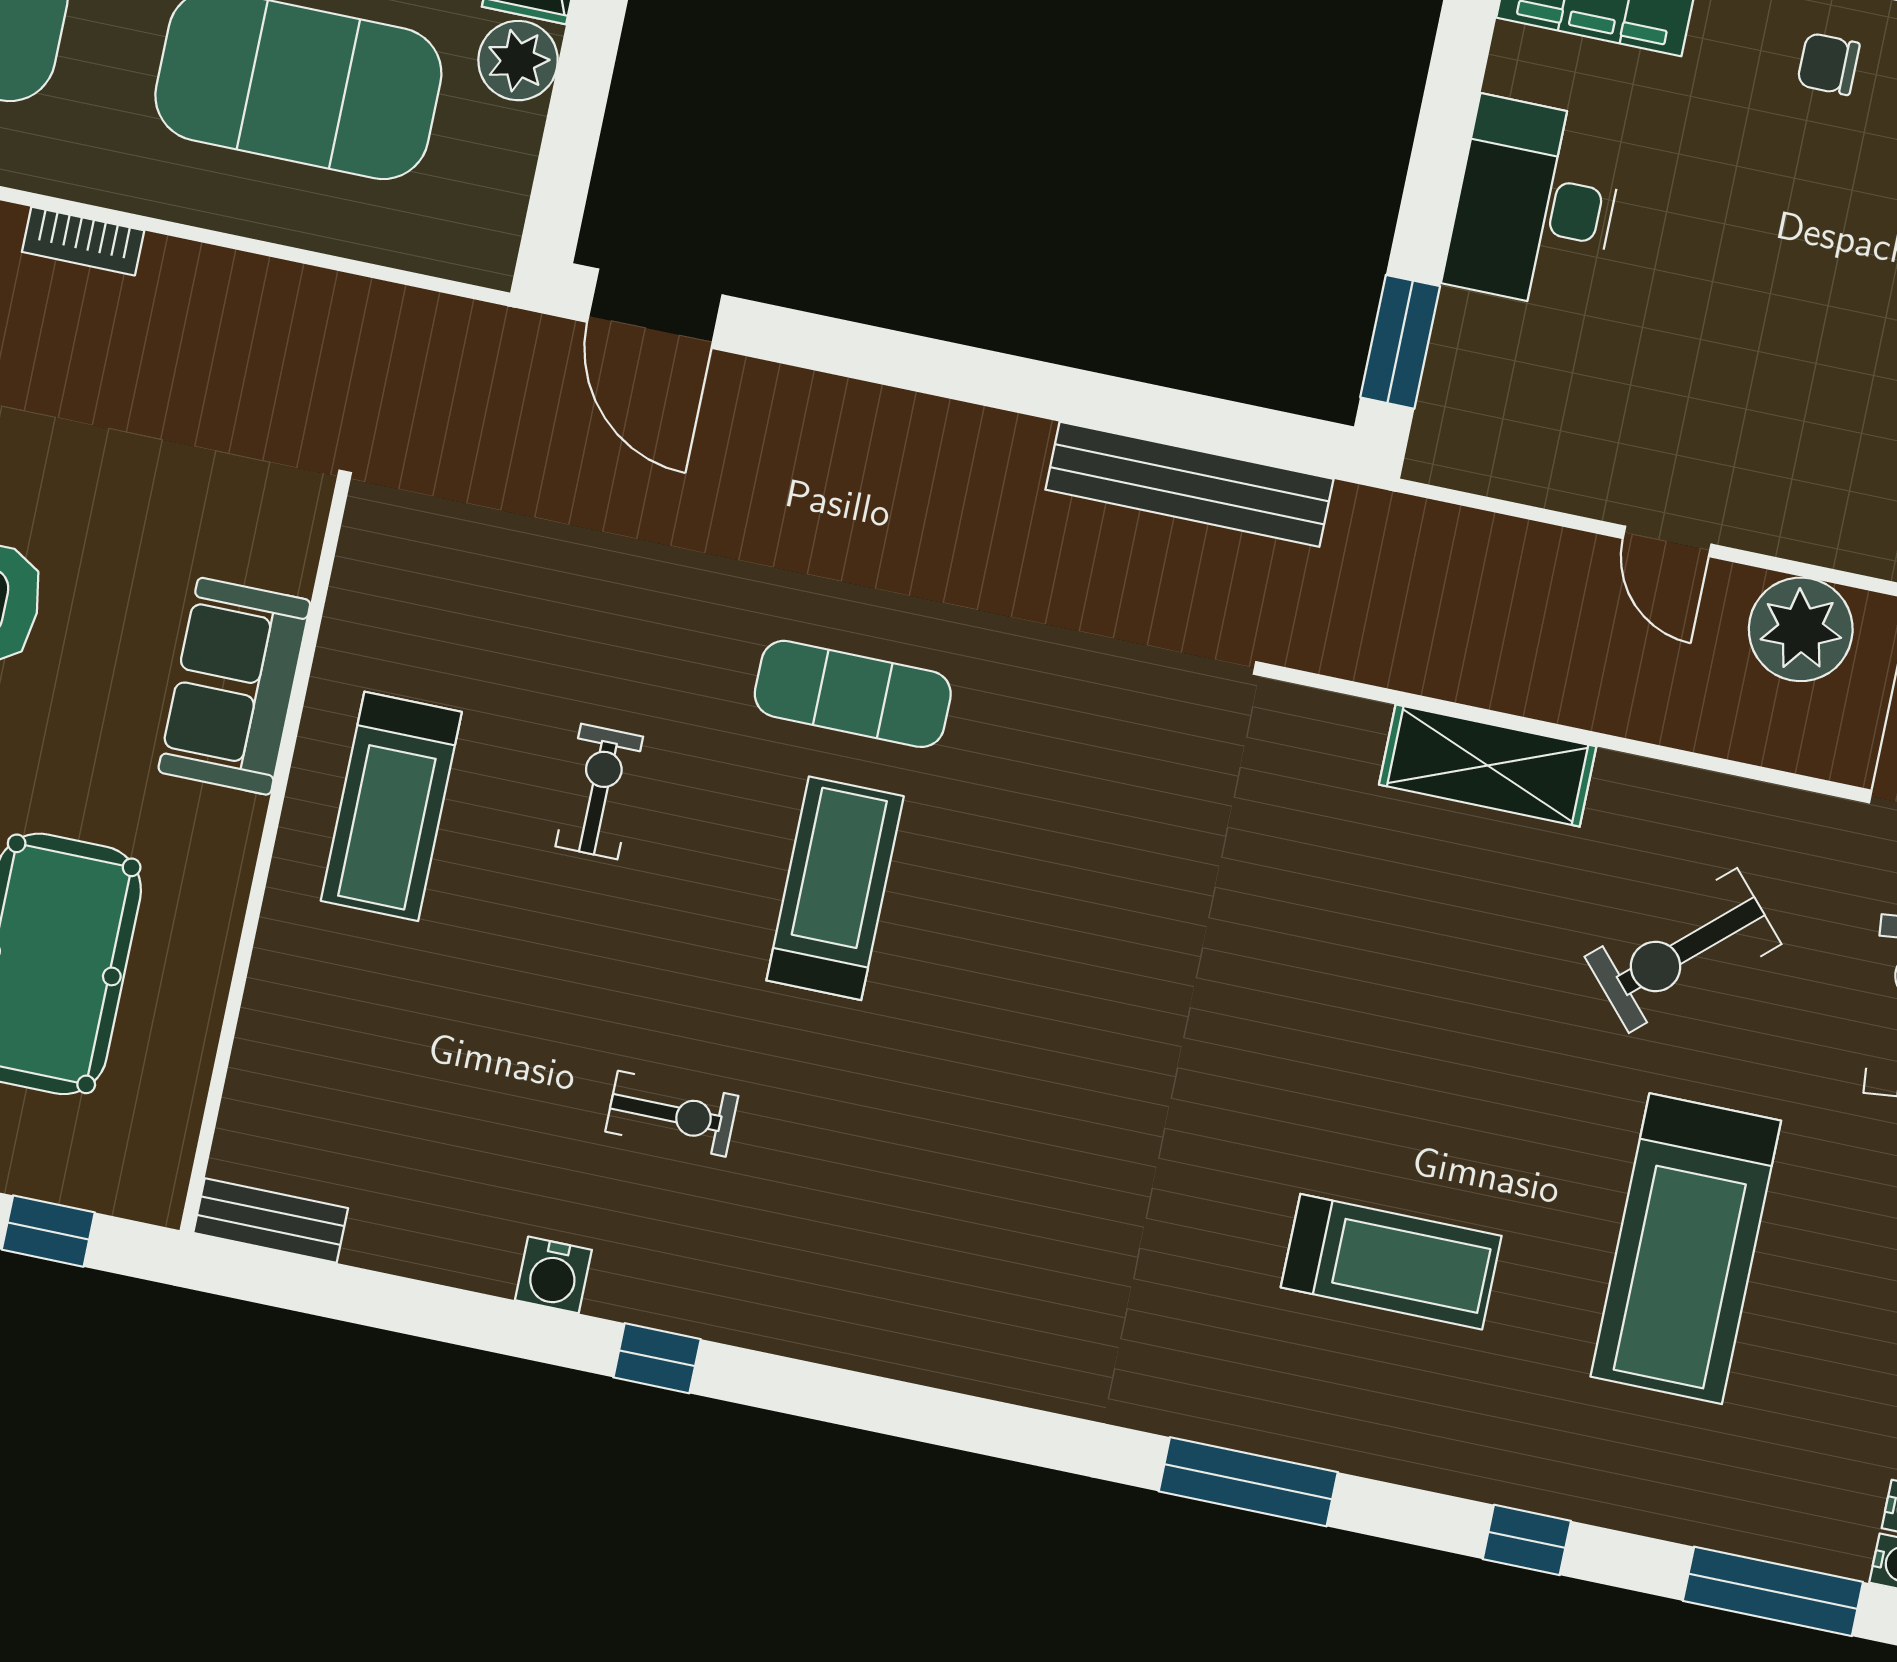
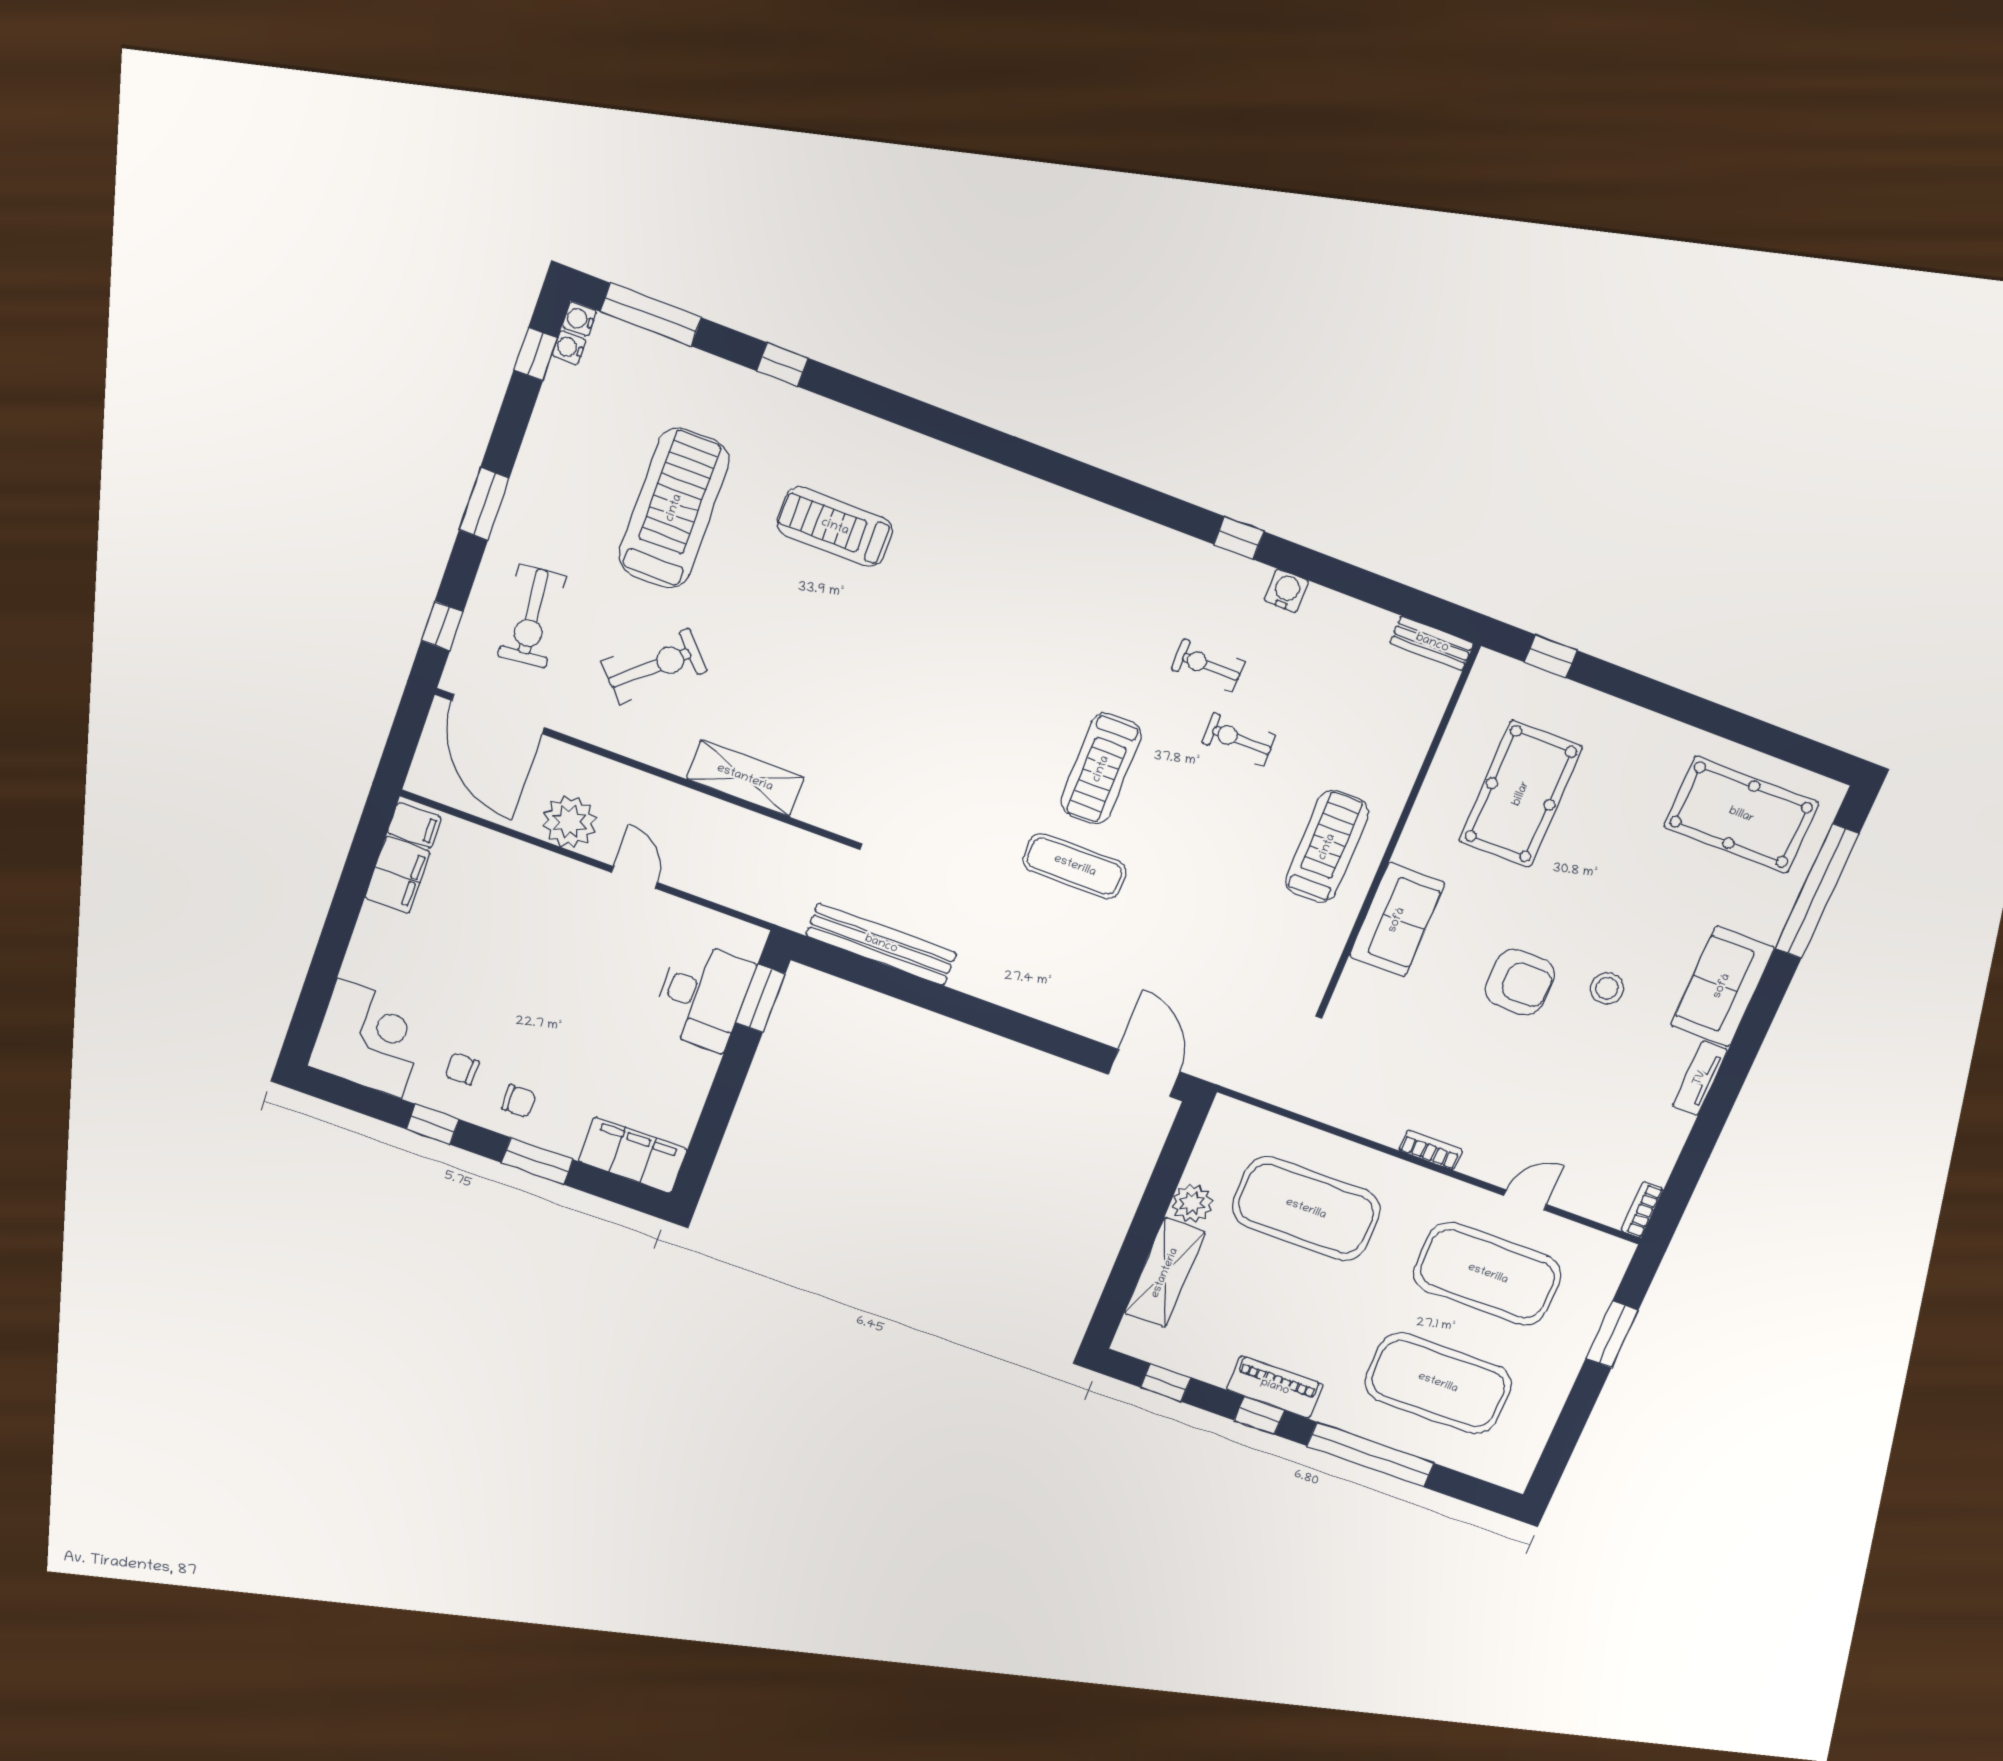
desk: (1535, 204) -> (703, 996), moved
exercise bike: (599, 792) -> (1239, 739), moved, turned 90
window: (1248, 1482) -> (930, 421), removed

